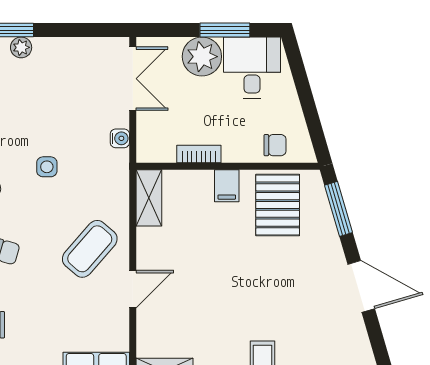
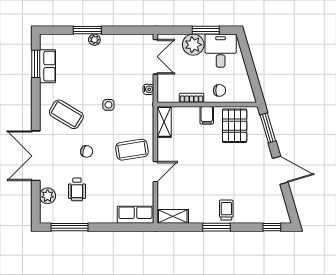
chair: (275, 145) -> (219, 90), moved
coffee table: (90, 249) -> (132, 150), turned 40

